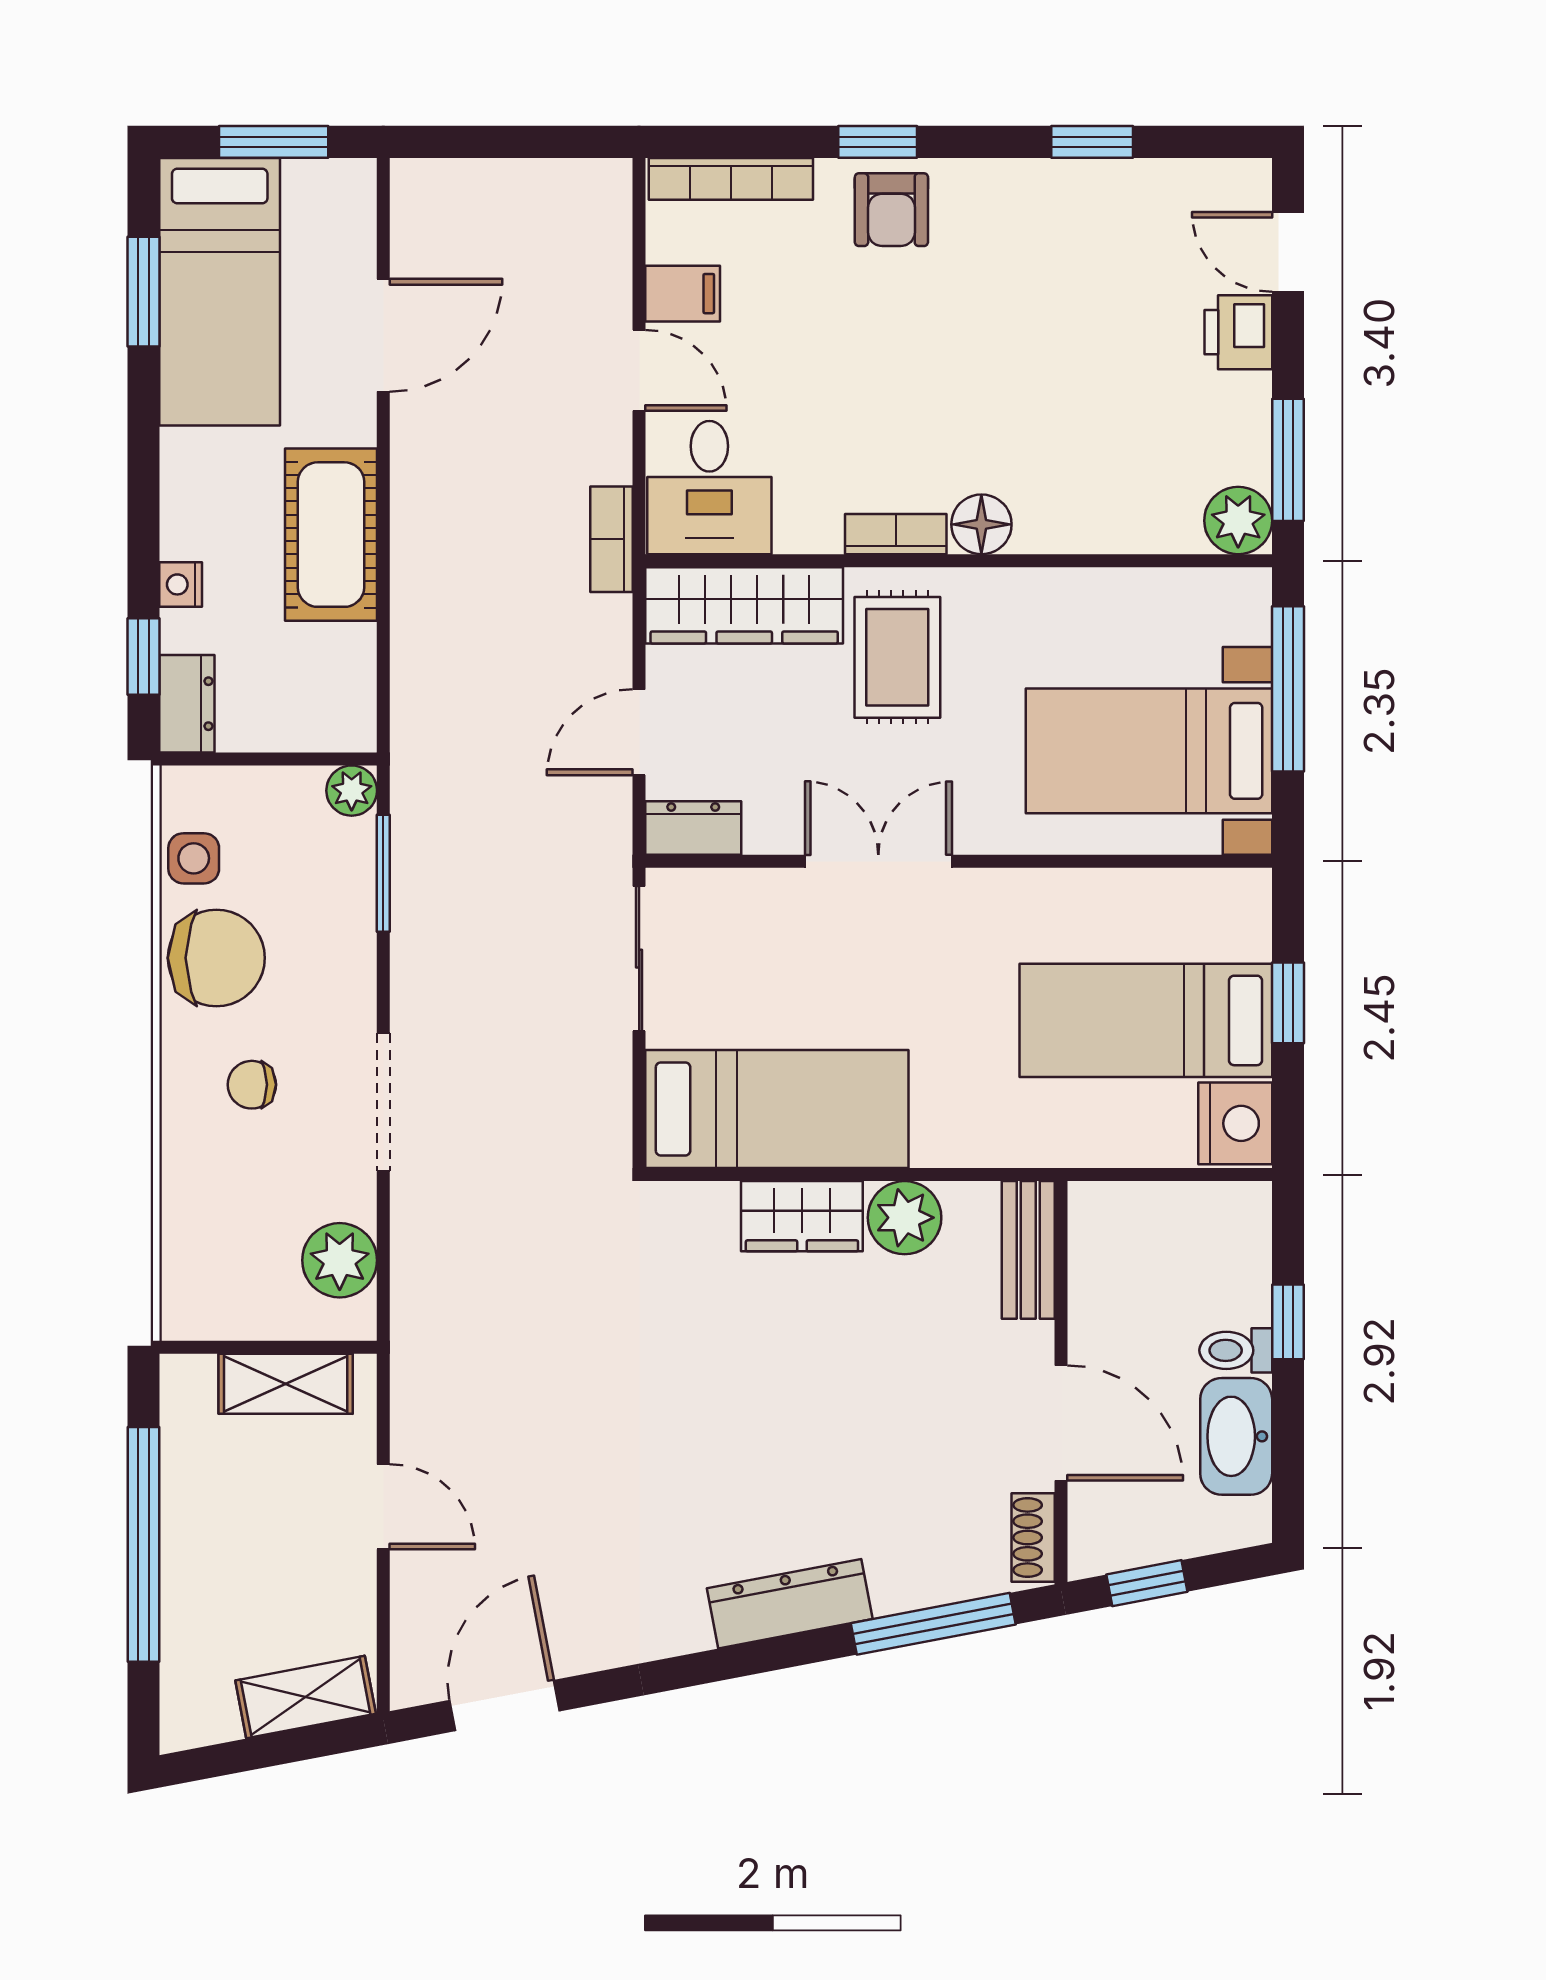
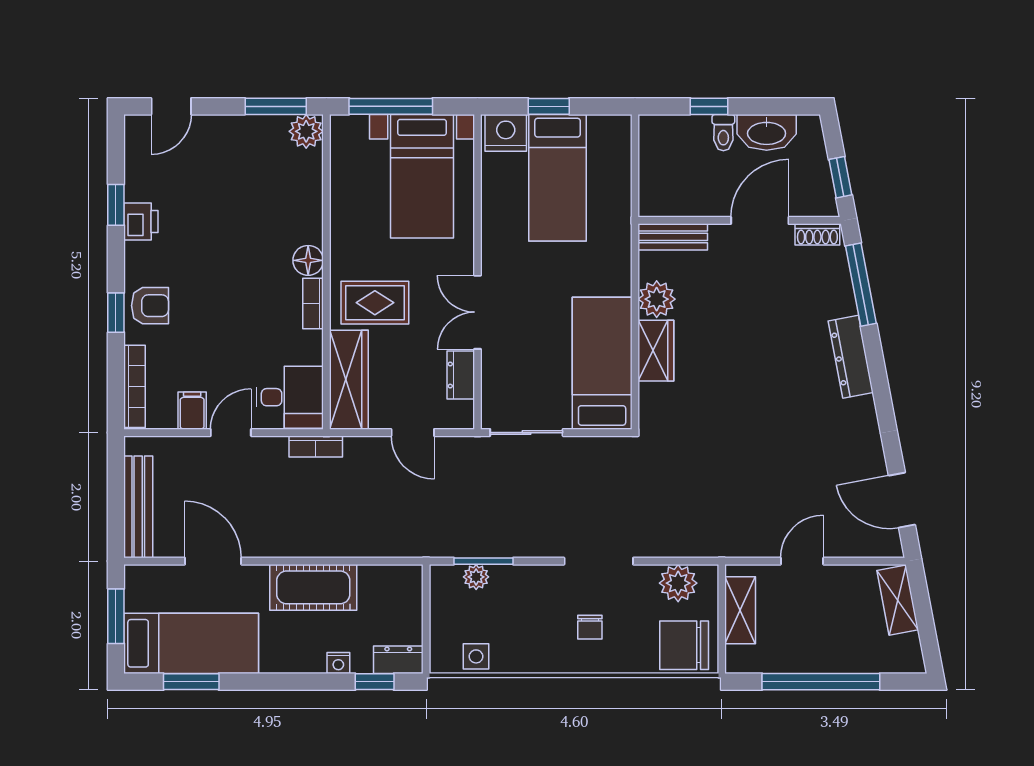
bench: (491, 186) -> (138, 507), added
printer: (1238, 332) -> (141, 222), moved, turned -90
plant: (352, 791) -> (476, 577), moved
dresser: (693, 828) -> (461, 375), moved
chair: (216, 958) -> (684, 645), moved, turned -90
nightstand: (1235, 1123) -> (506, 133), moved

